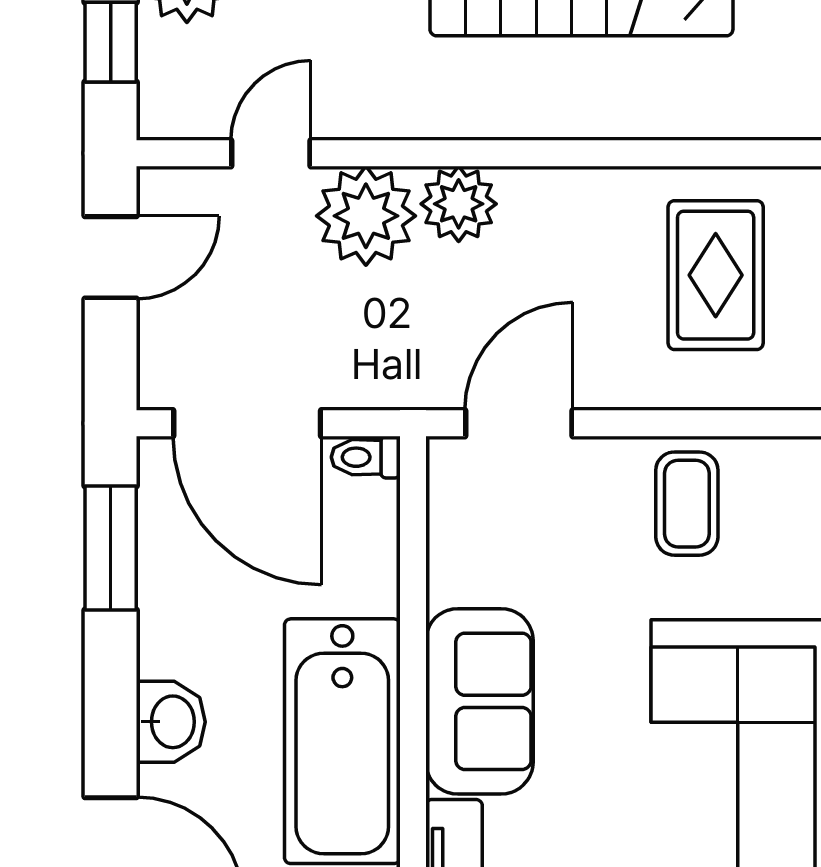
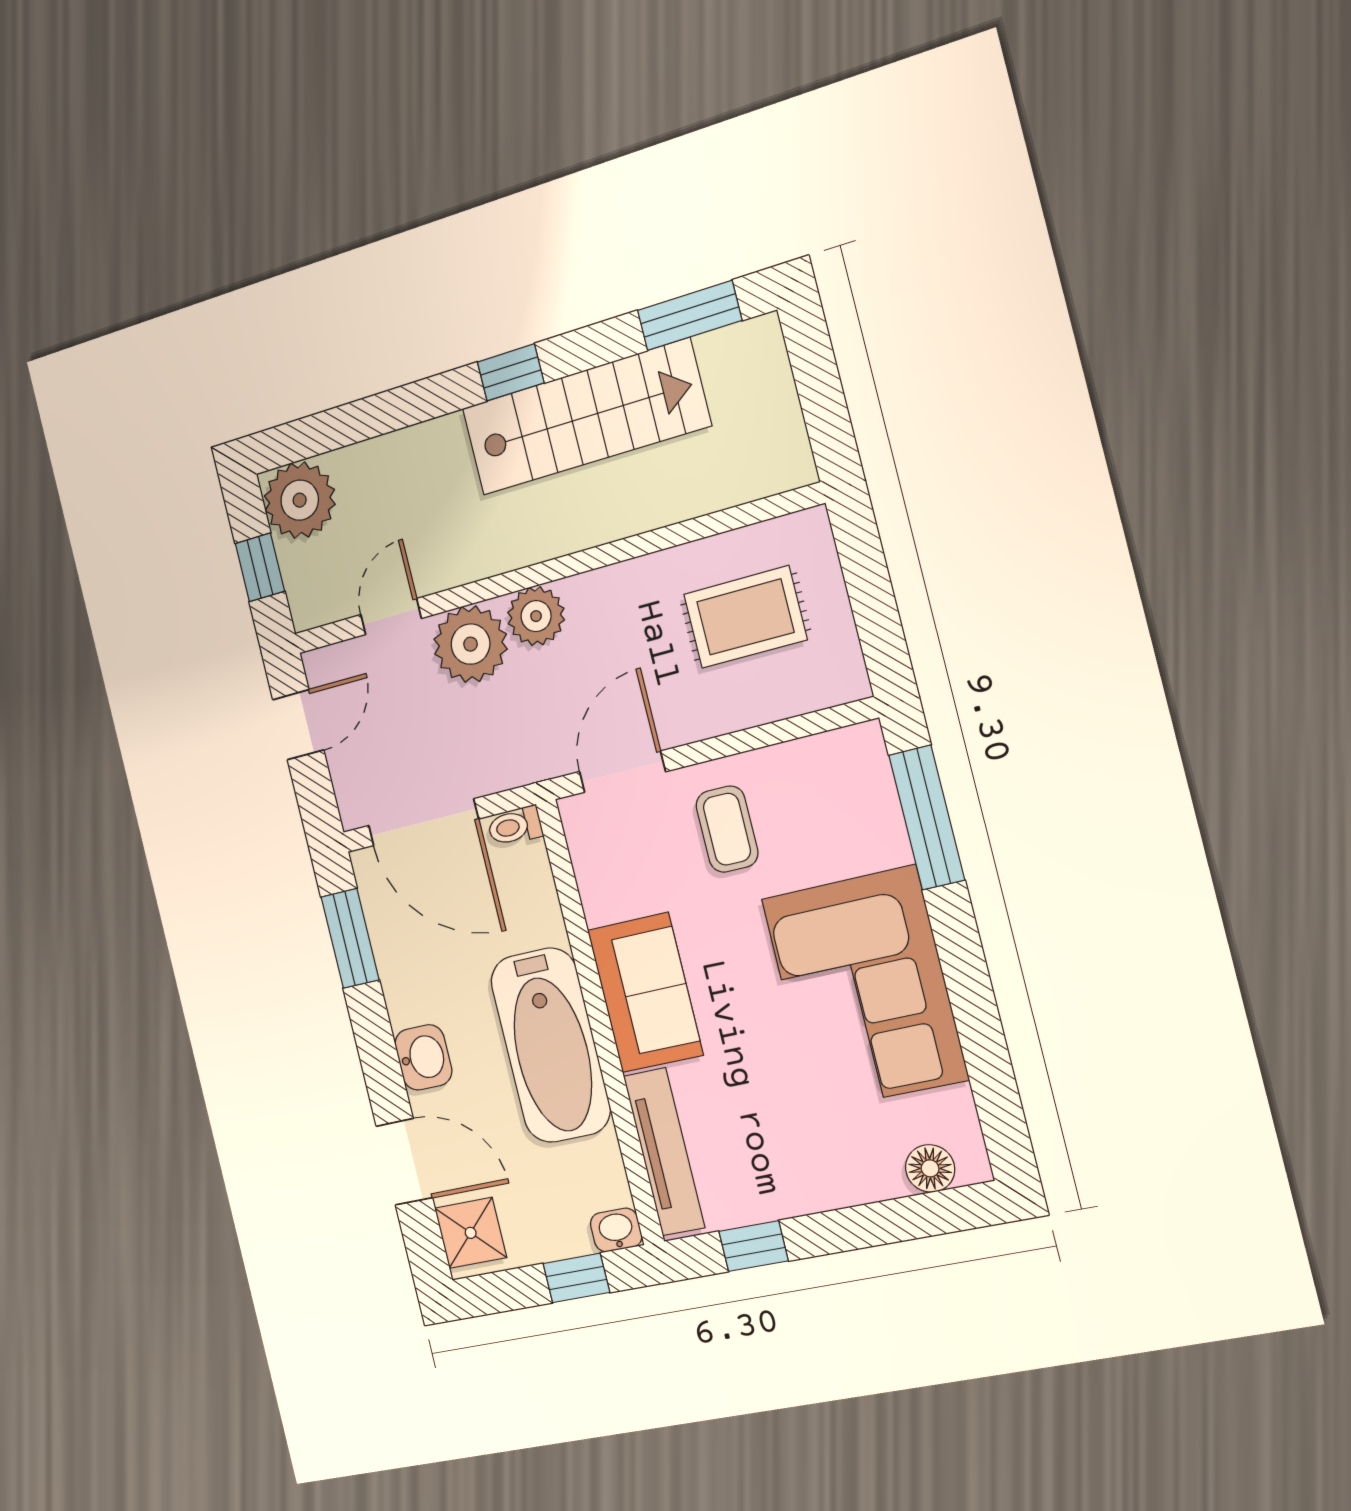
rug: (716, 275) -> (745, 617), turned 90
coffee table: (687, 504) -> (727, 829), moved

